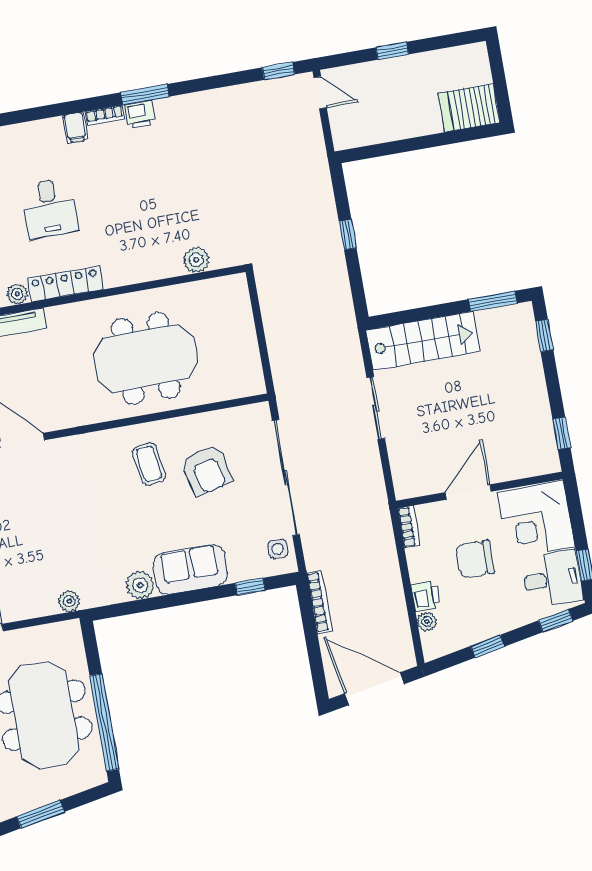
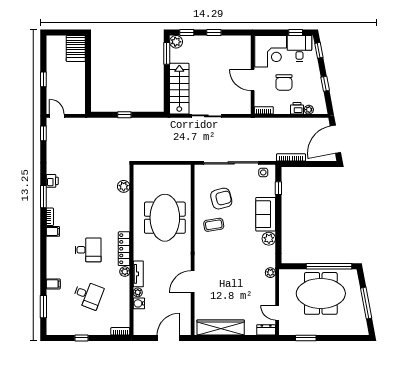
door: (320, 93) -> (57, 116), hinge flipped
printer: (140, 114) -> (52, 181), moved
plant: (521, 316) -> (176, 42), added
window: (561, 433) -> (214, 32), moved
window: (41, 814) -> (366, 303), width x1.44

